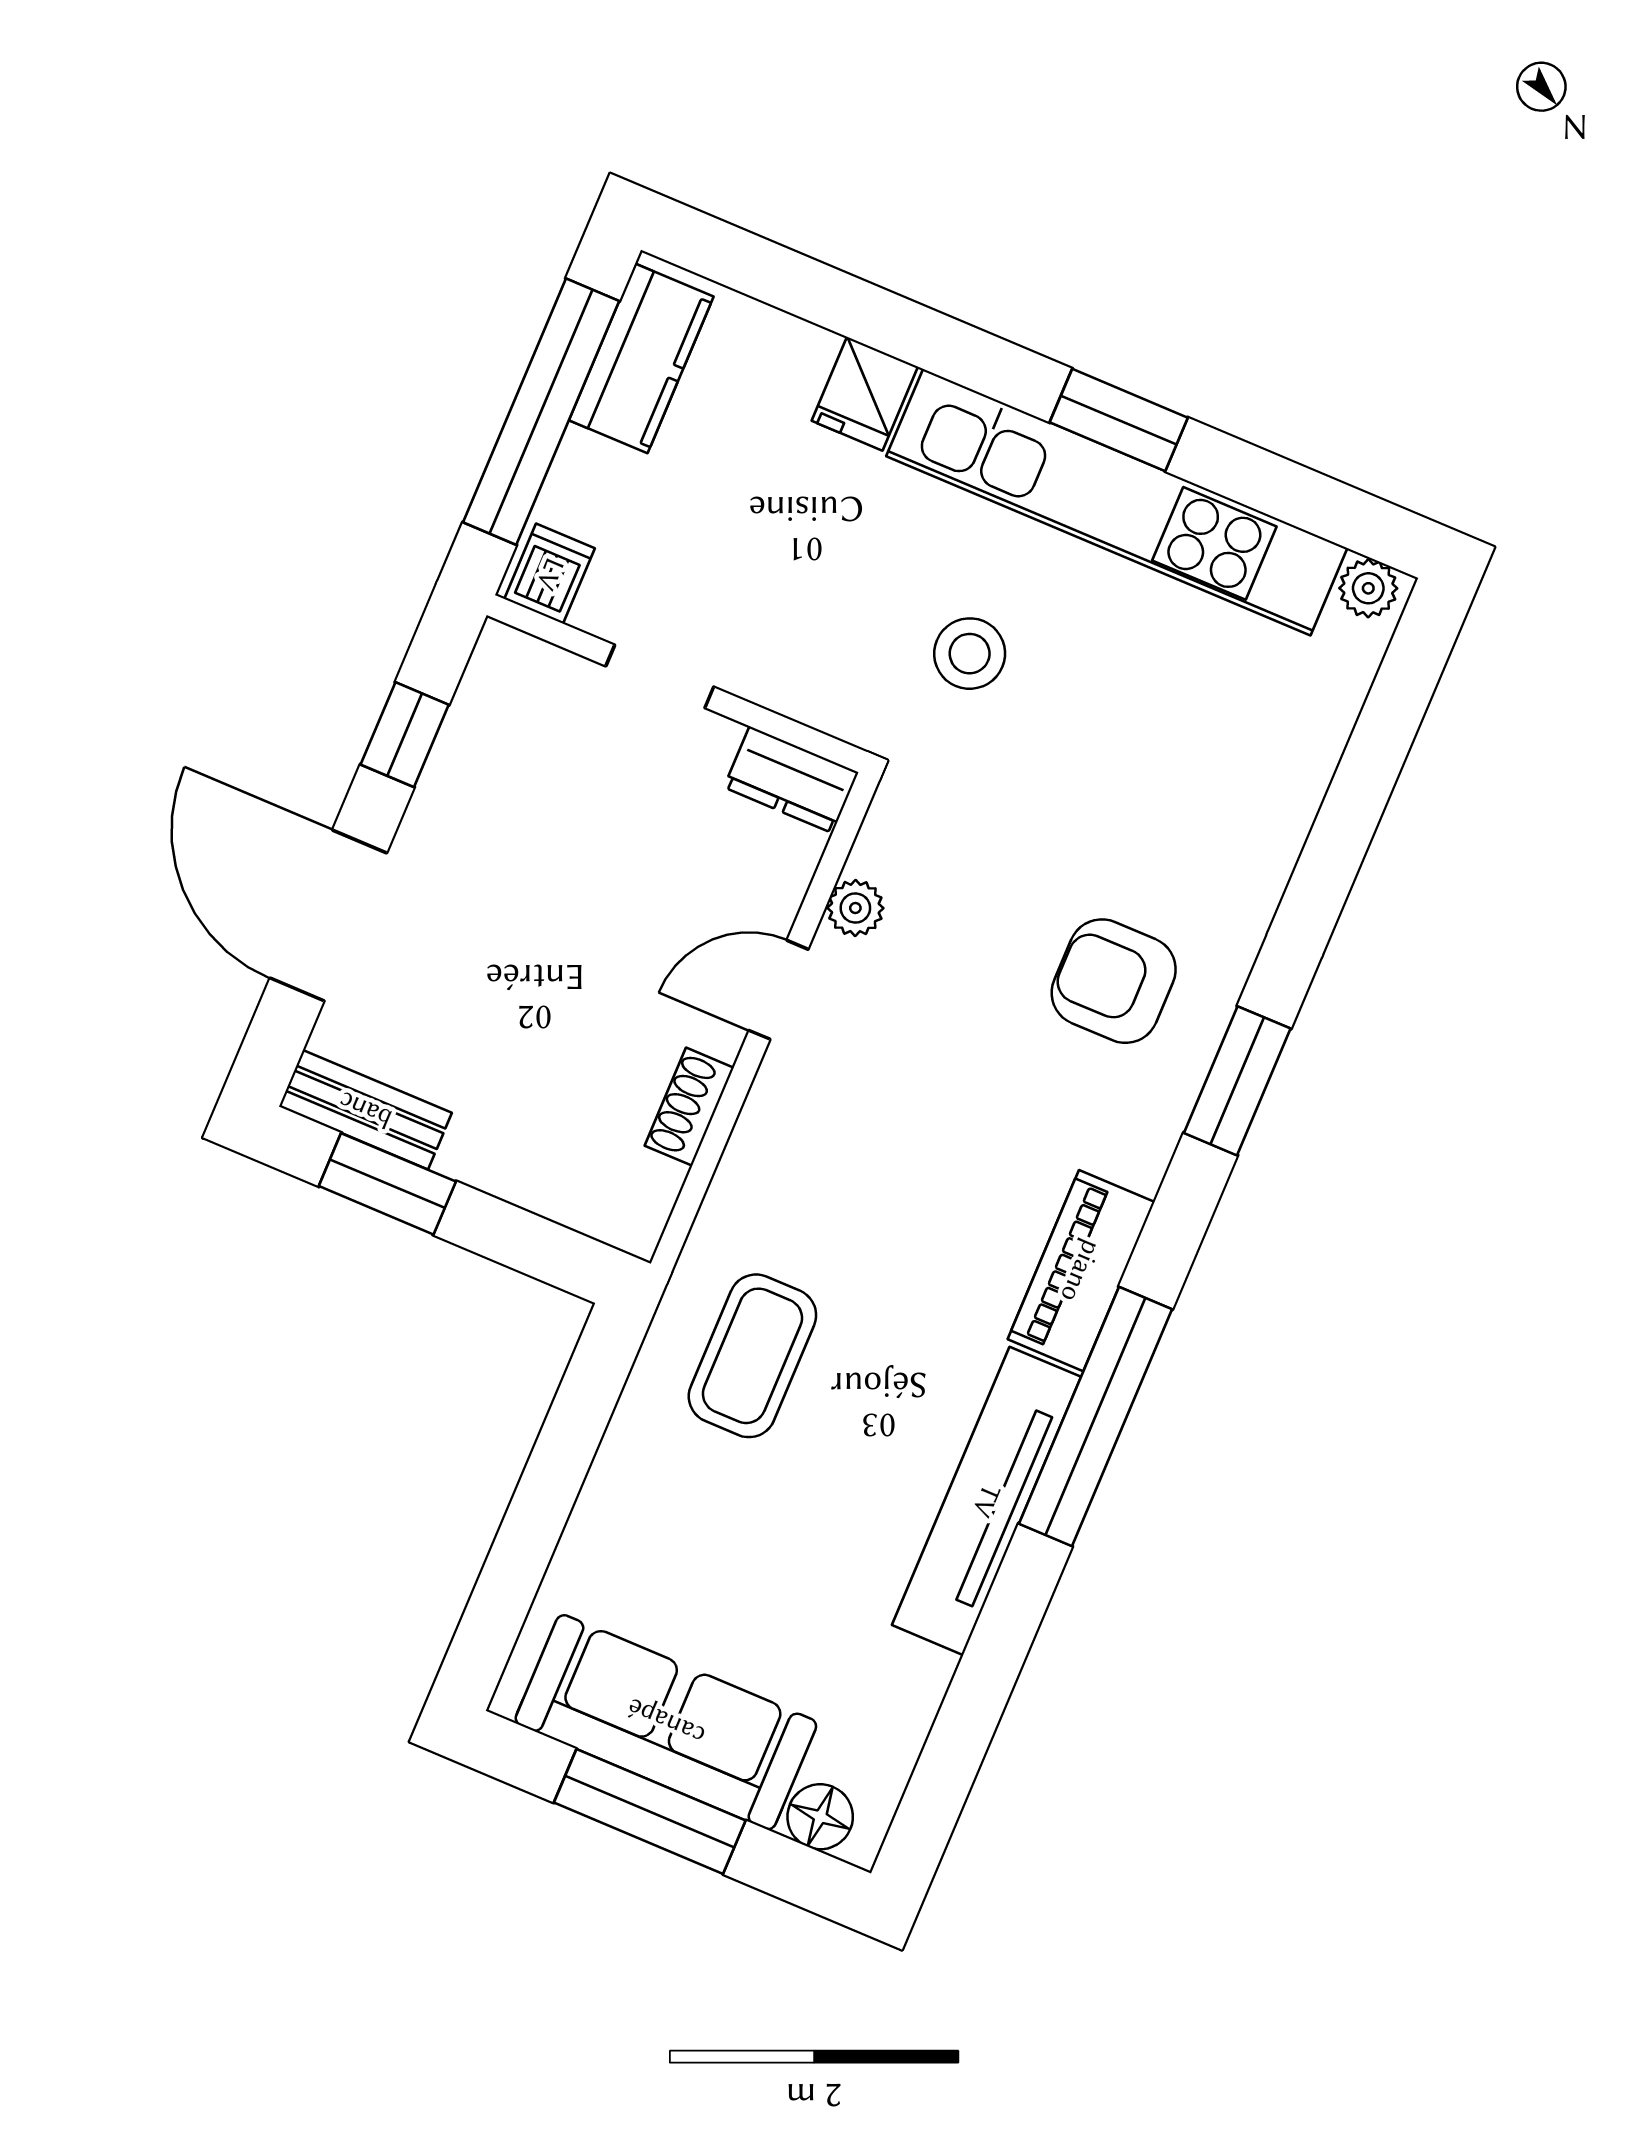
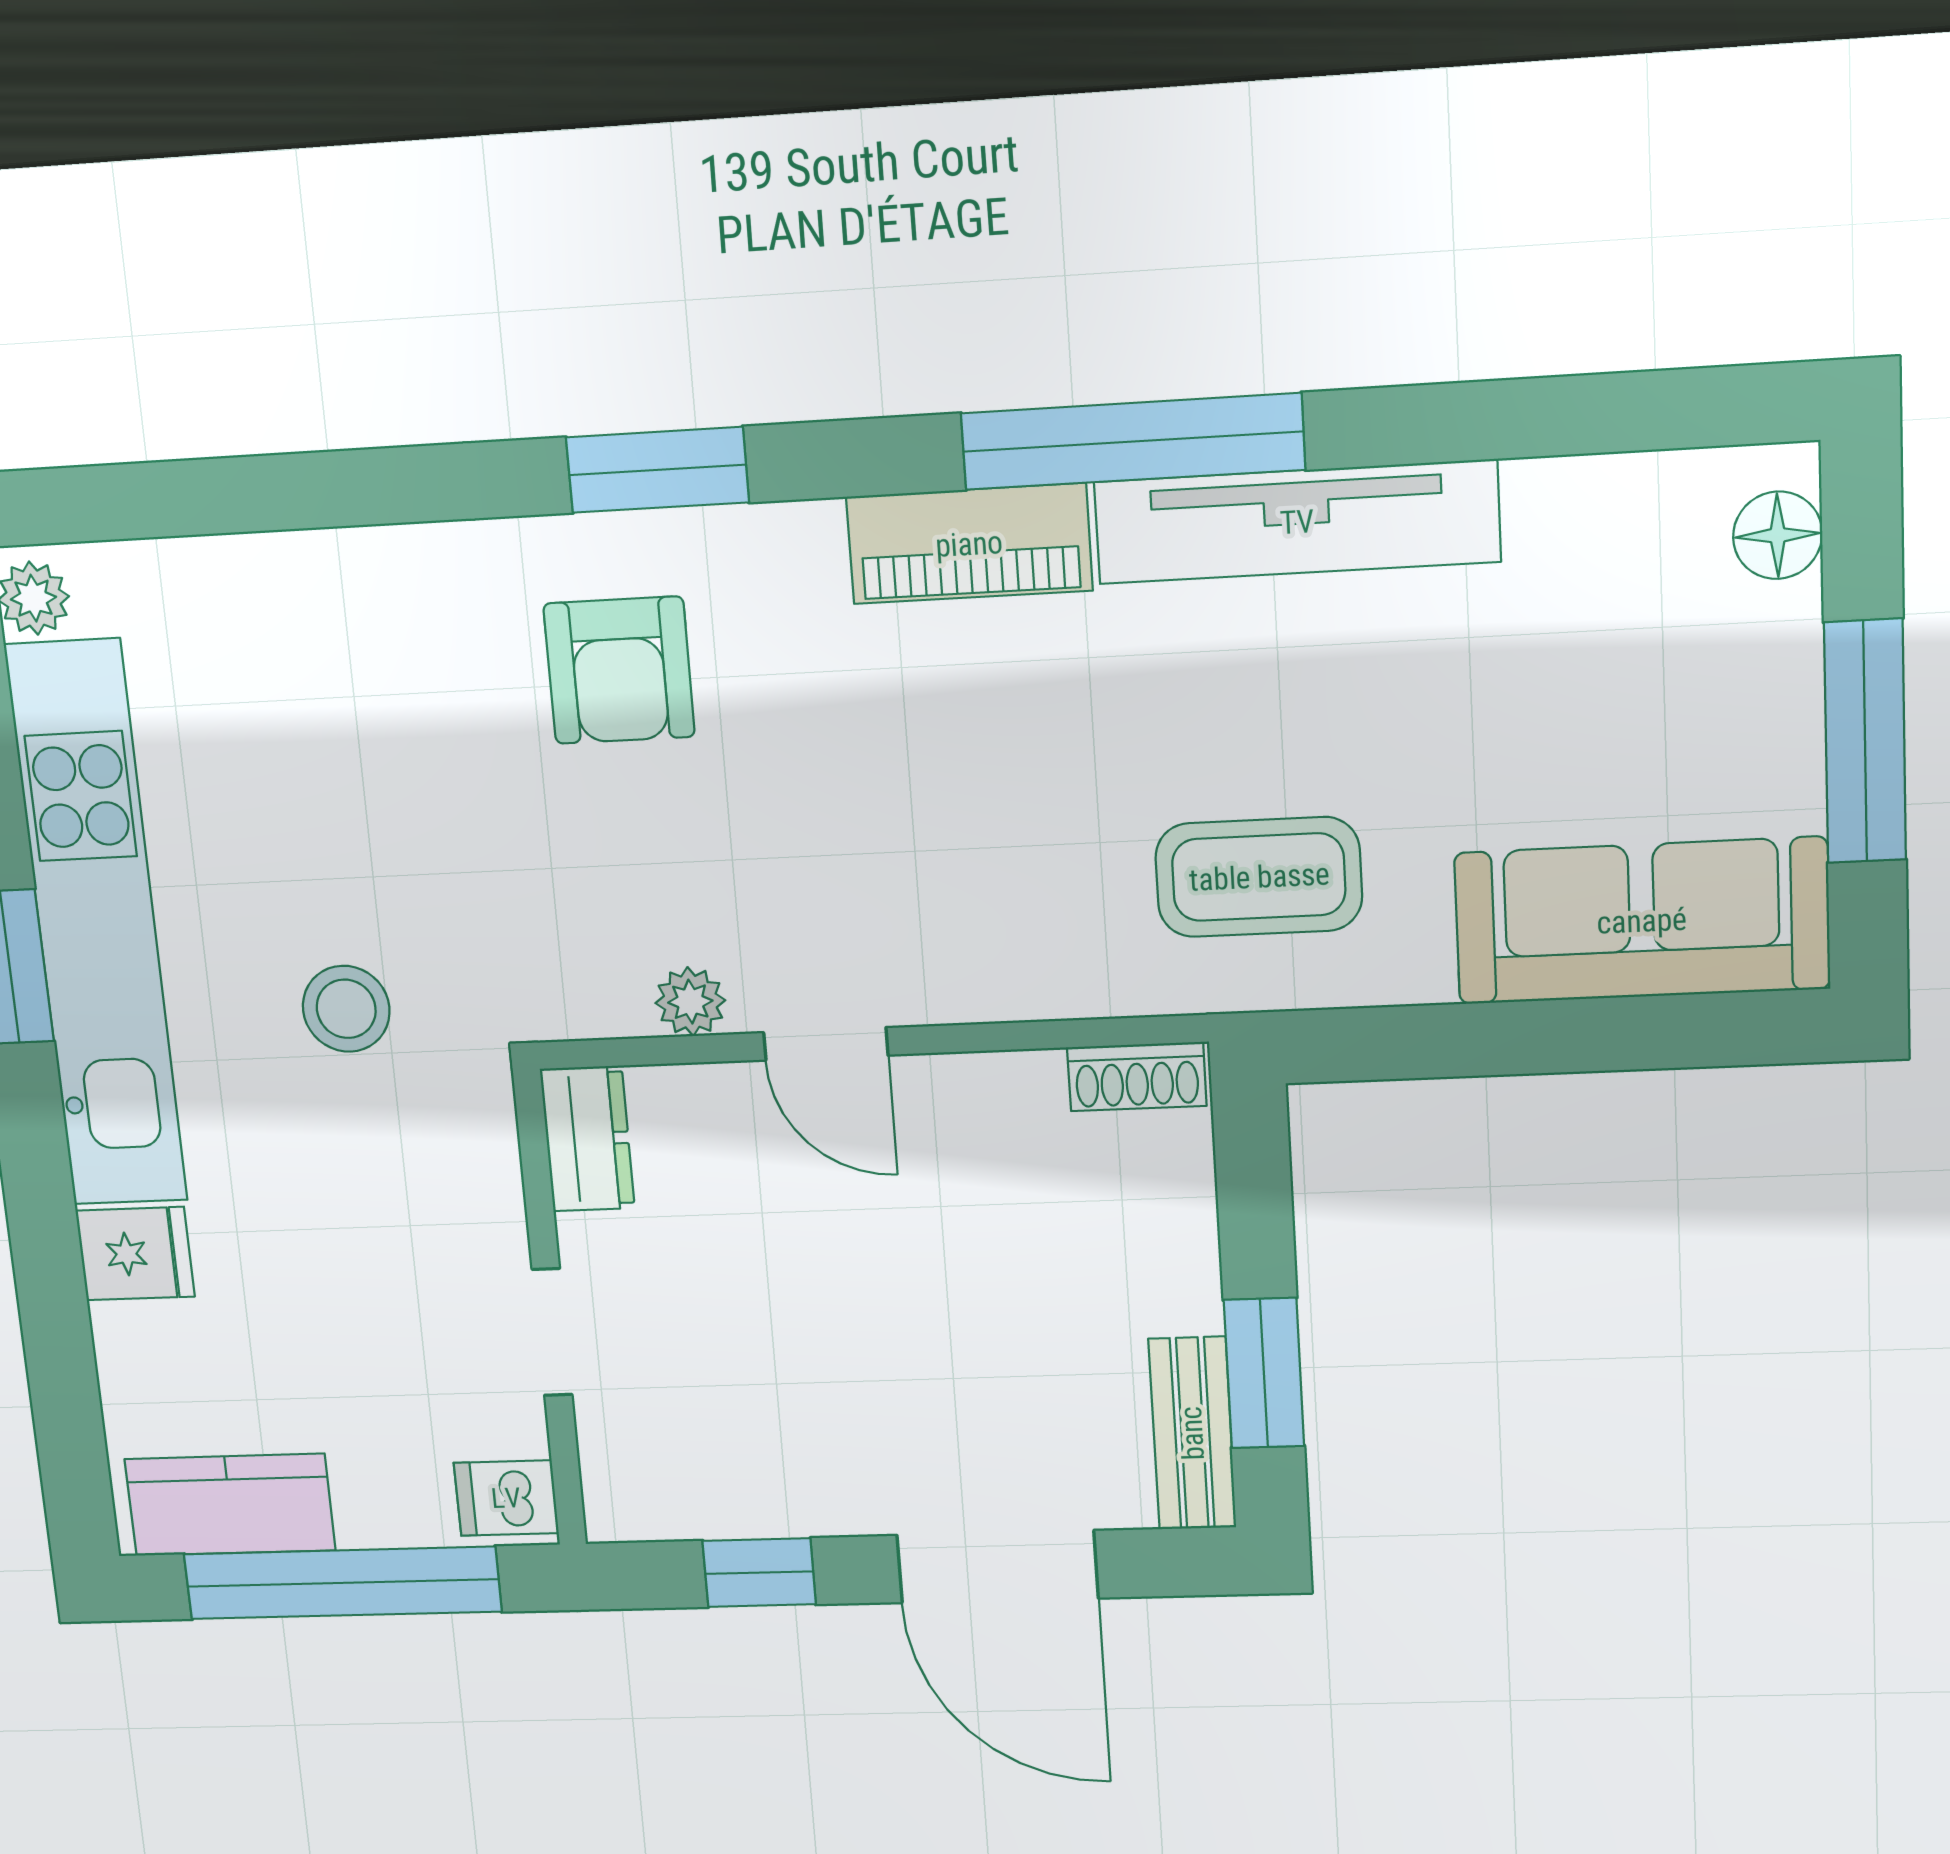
door: (328, 916) -> (998, 1567), hinge flipped
shoe rack: (689, 1107) -> (1137, 1077), moved
sofa: (666, 1722) -> (1642, 921), moved, turned 90

